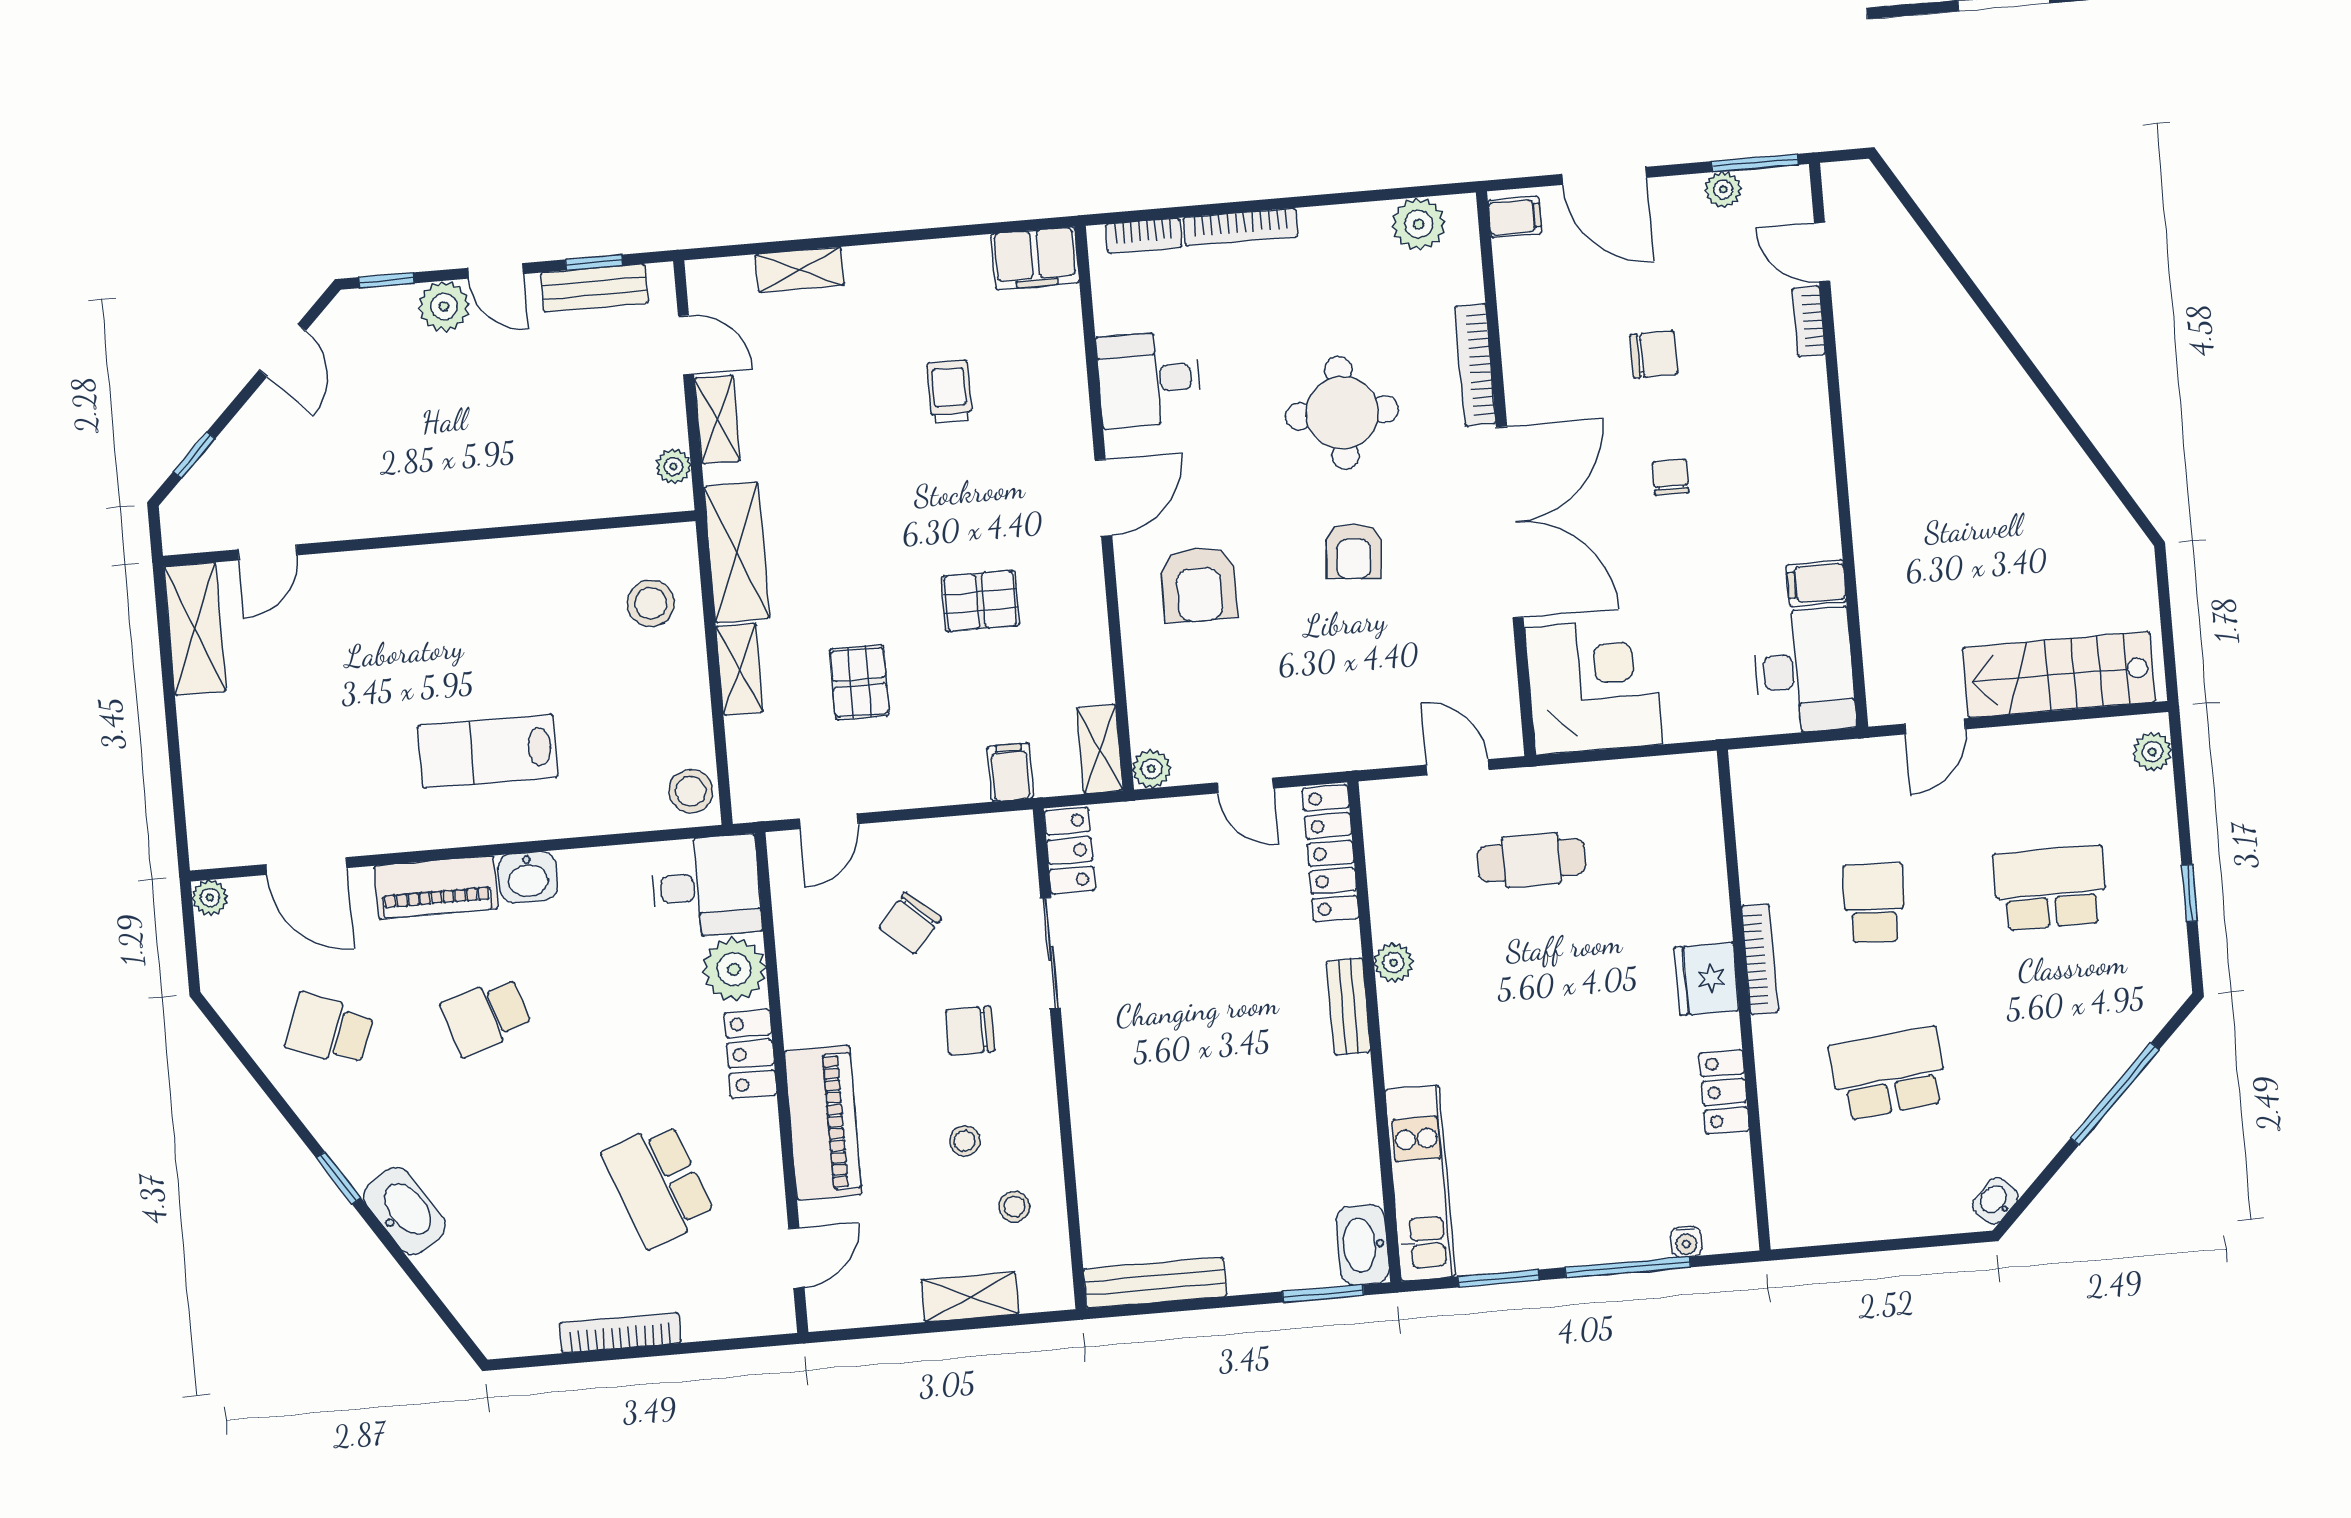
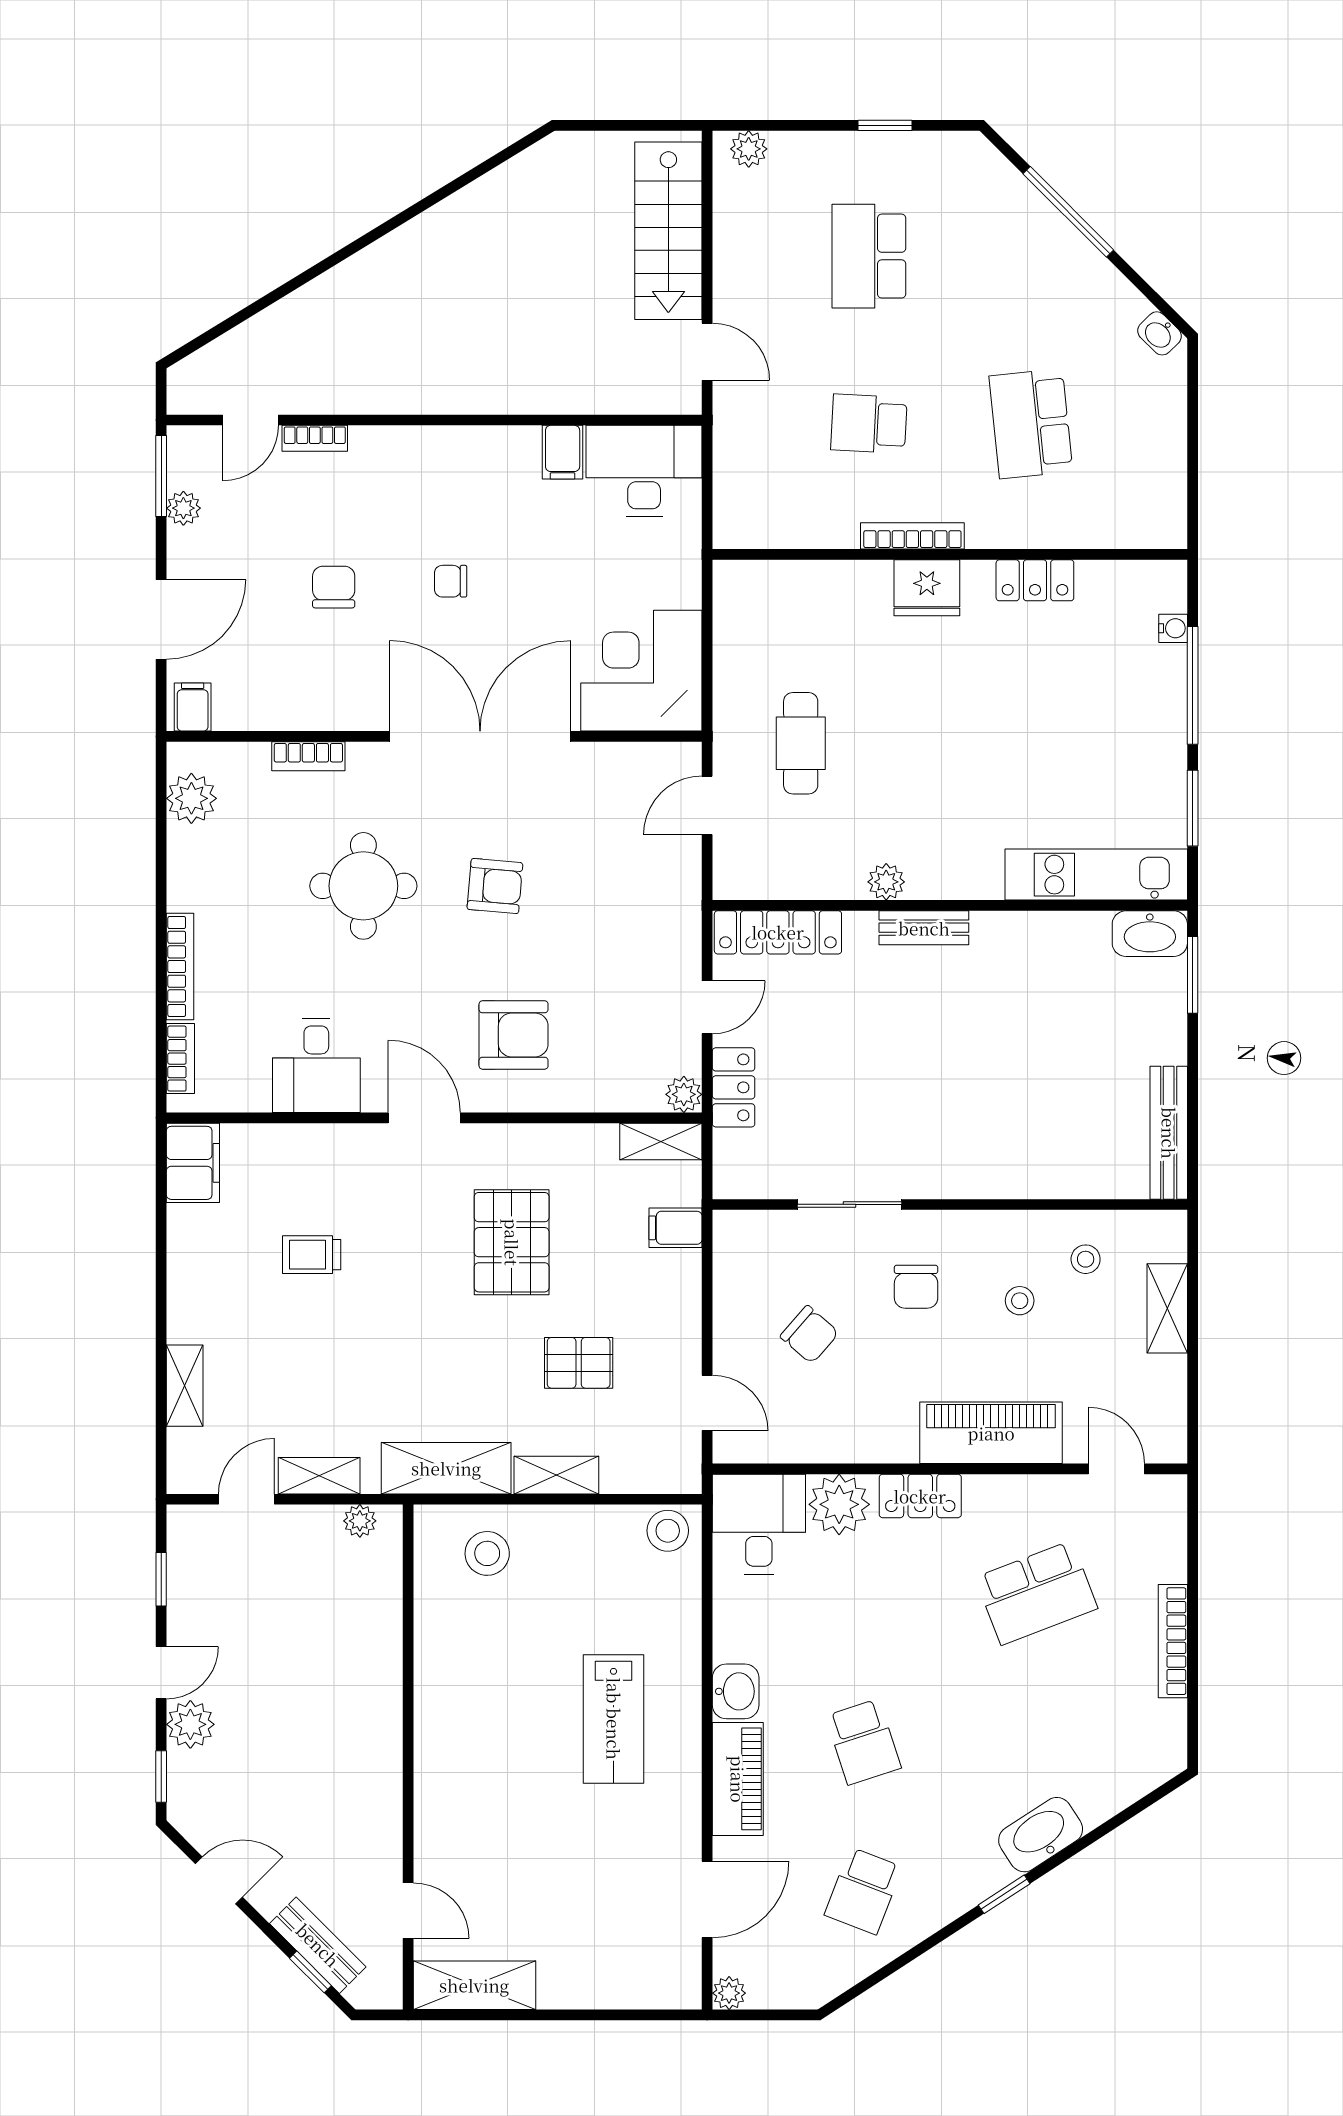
bench: (594, 288) -> (318, 1945), moved, turned -45
bookcase: (1475, 365) -> (308, 756), width x0.64
pallet: (980, 601) -> (512, 1242), width x1.50, depth x1.42
locker: (1070, 851) -> (734, 1087), moved, turned 90

